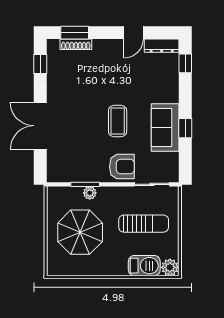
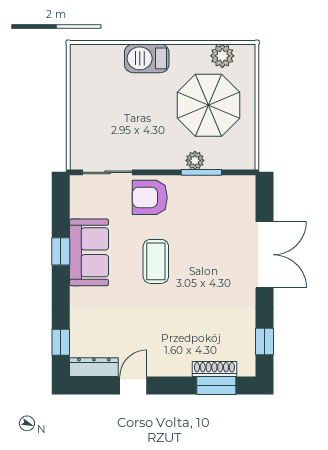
sun lounger: (144, 224) -> (119, 117), removed
barbecue: (144, 266) -> (147, 58), moved
plant: (170, 267) -> (222, 56), moved

